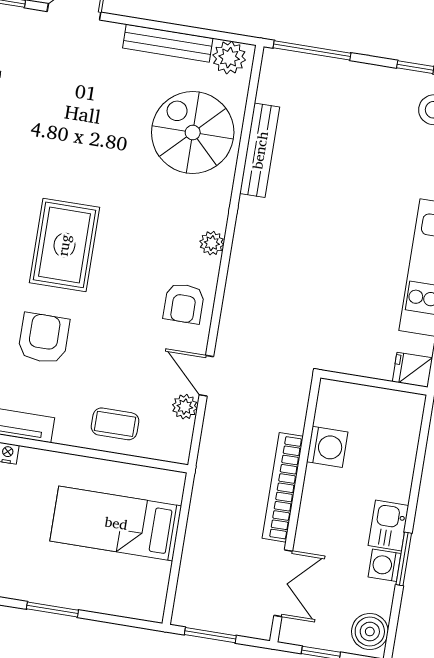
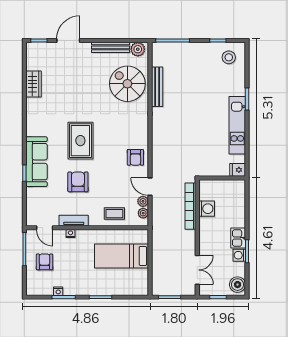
plant: (212, 243) -> (143, 213), moved
bookcase: (283, 487) -> (190, 206), moved

